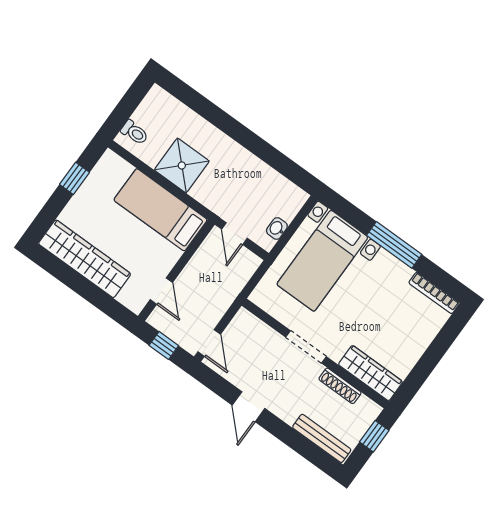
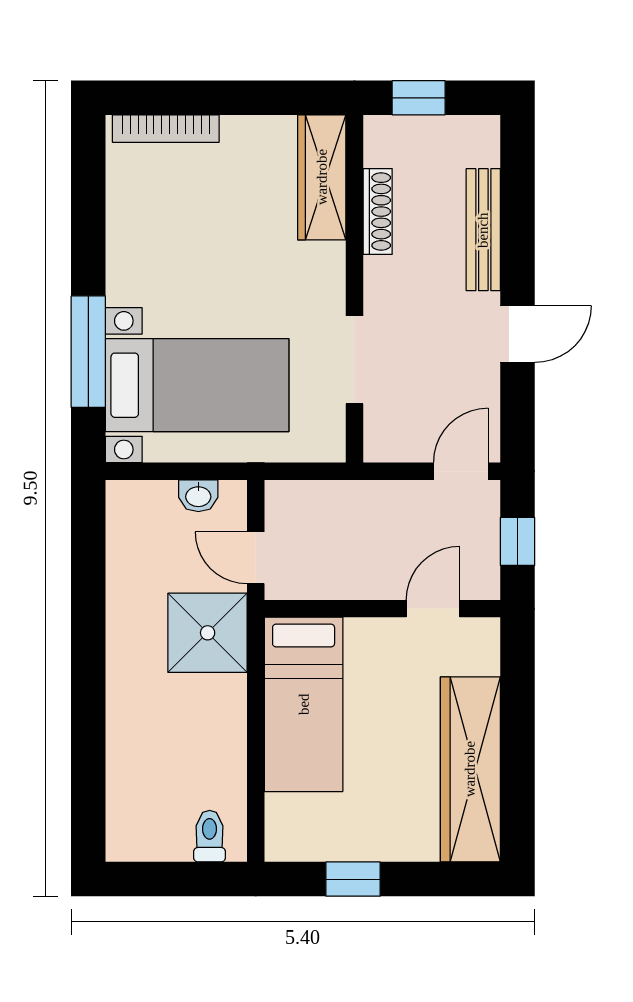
shower: (182, 165) -> (208, 633), moved
door: (235, 234) -> (256, 558), swing flipped
window: (394, 245) -> (88, 352), moved
bookcase: (434, 293) -> (166, 129), moved, turned 90
doorway: (306, 347) -> (354, 360), moved
bench: (322, 438) -> (483, 230), moved

